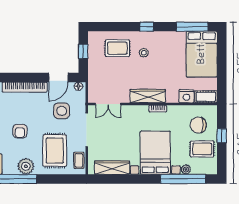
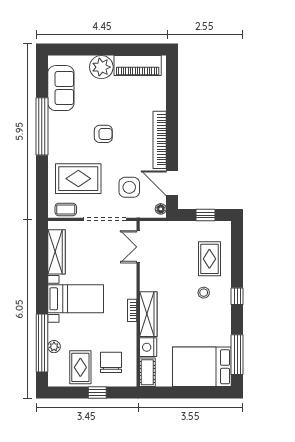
wardrobe: (148, 96) -> (148, 314), moved
armchair: (20, 131) -> (103, 134), turned 180
bed with nightstands: (155, 153) -> (76, 299), width x0.73
plant: (26, 166) -> (58, 141), removed

